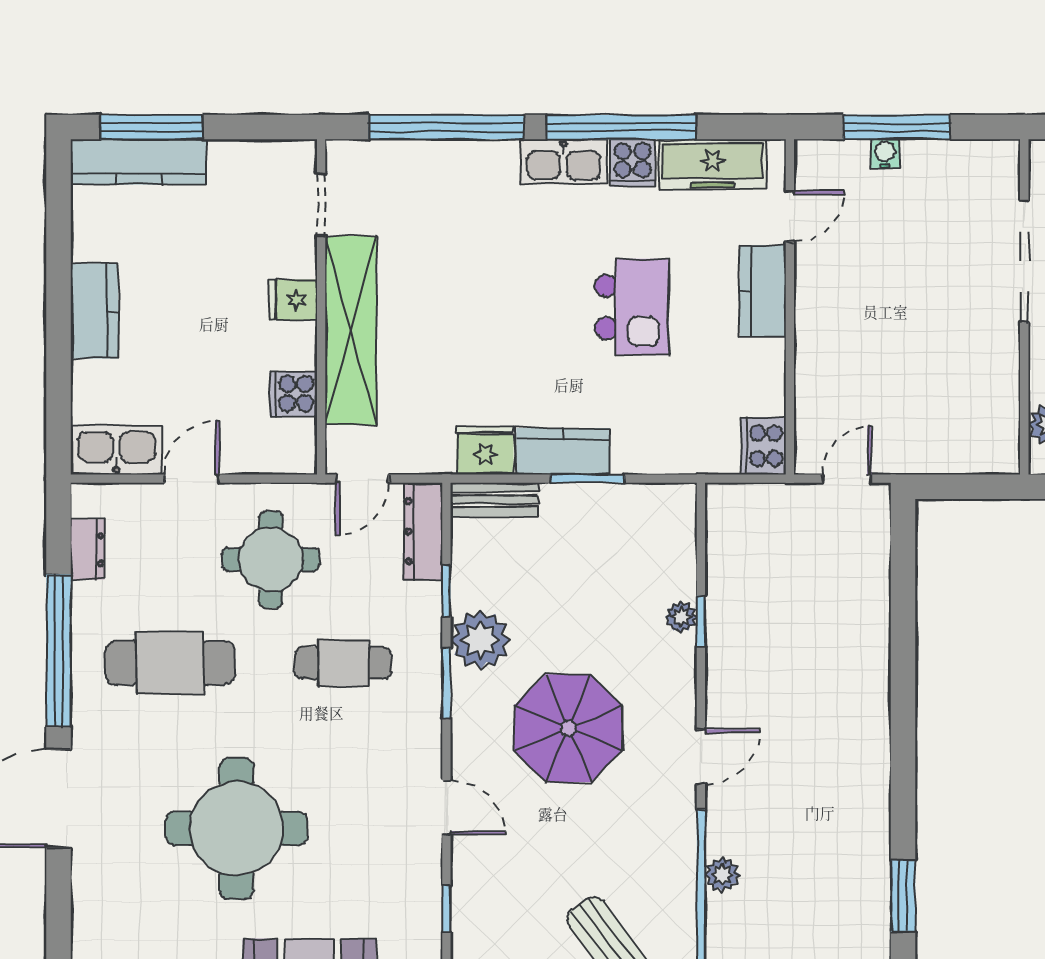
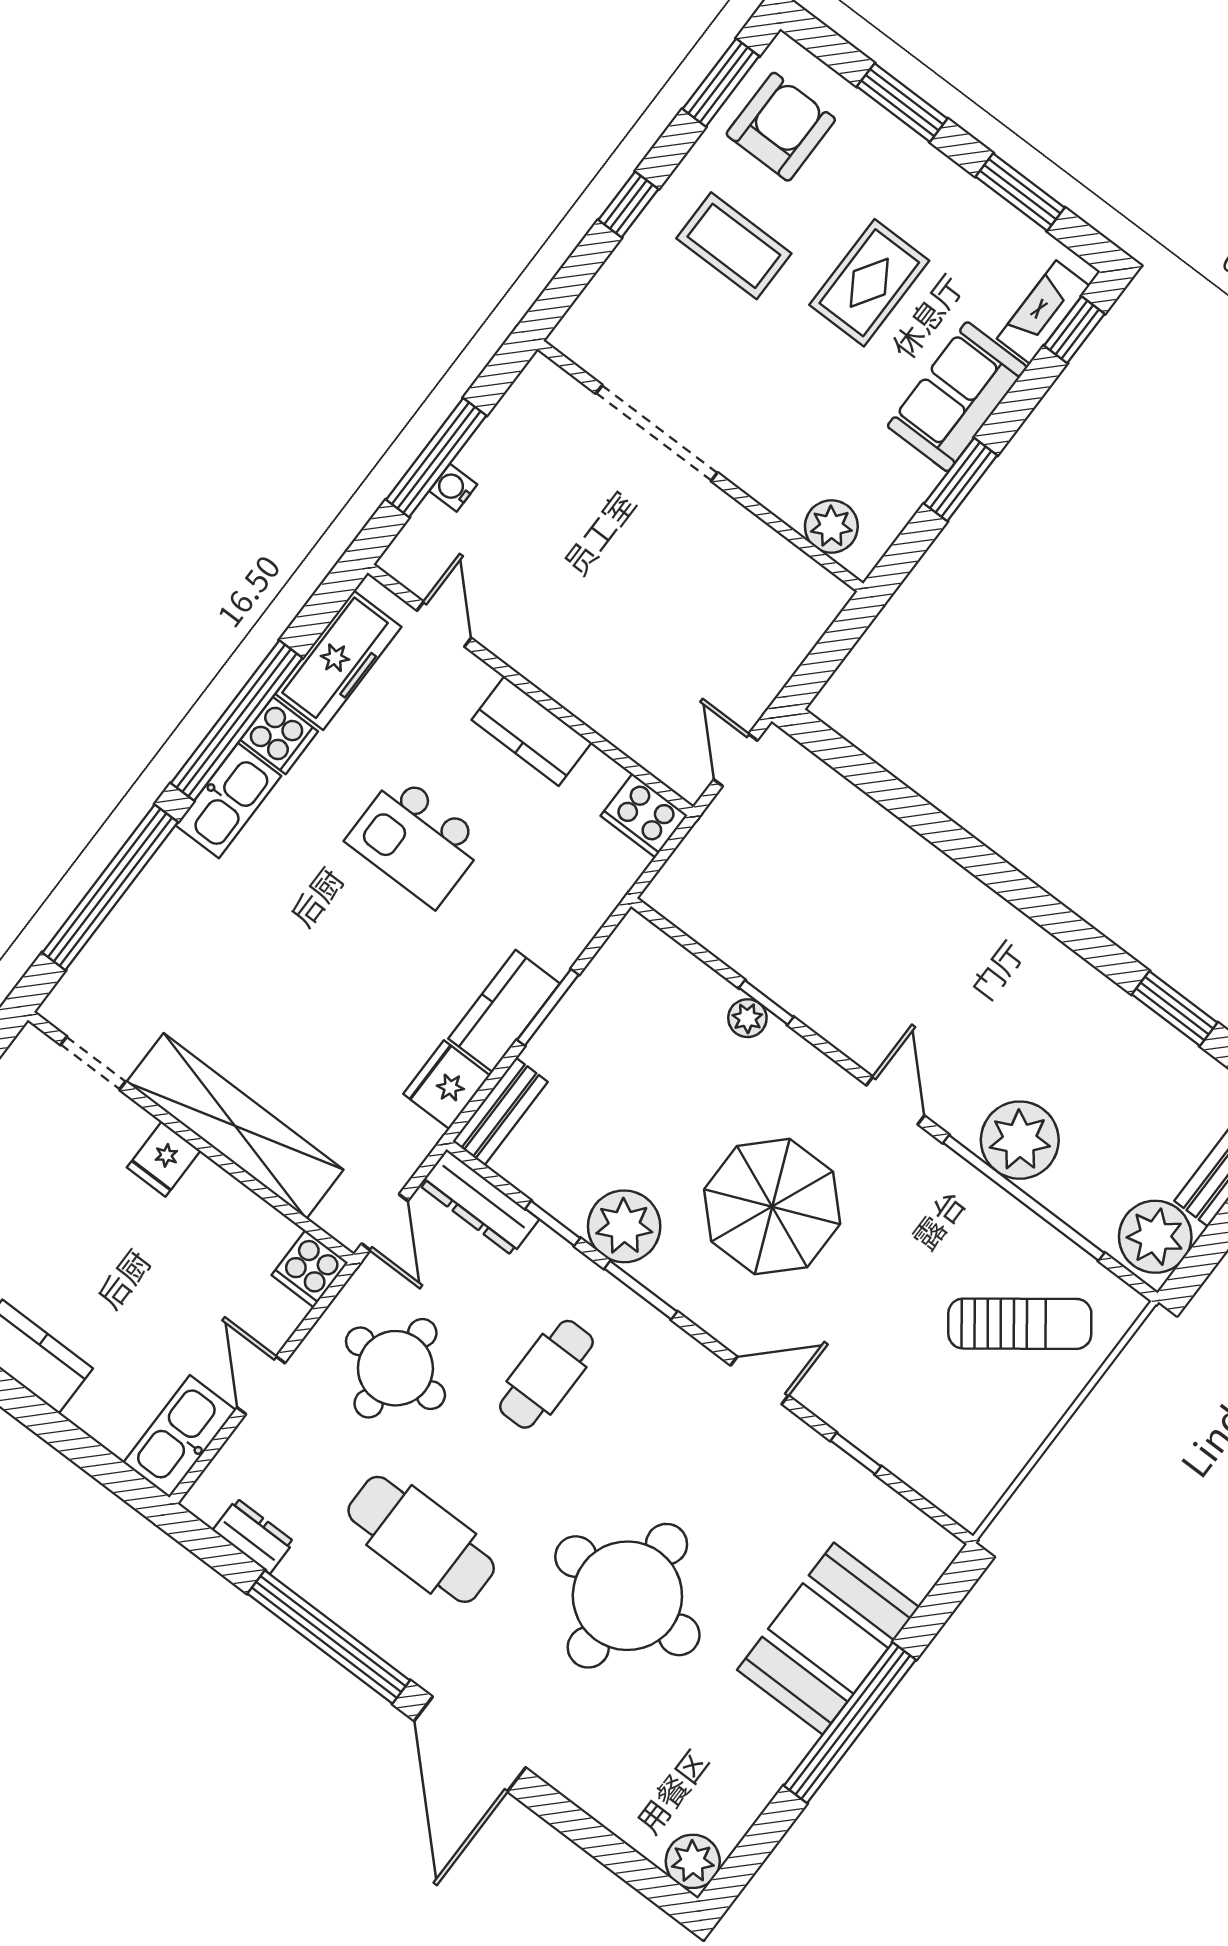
kitchen counter: (763, 291) -> (532, 731), moved
kitchen island: (632, 307) -> (416, 841), turned 180
cooker: (293, 394) -> (310, 1269), moved
cafe table: (170, 663) -> (421, 1539), turned 90
plant: (722, 874) -> (1020, 1140), width x1.88, depth x1.88

